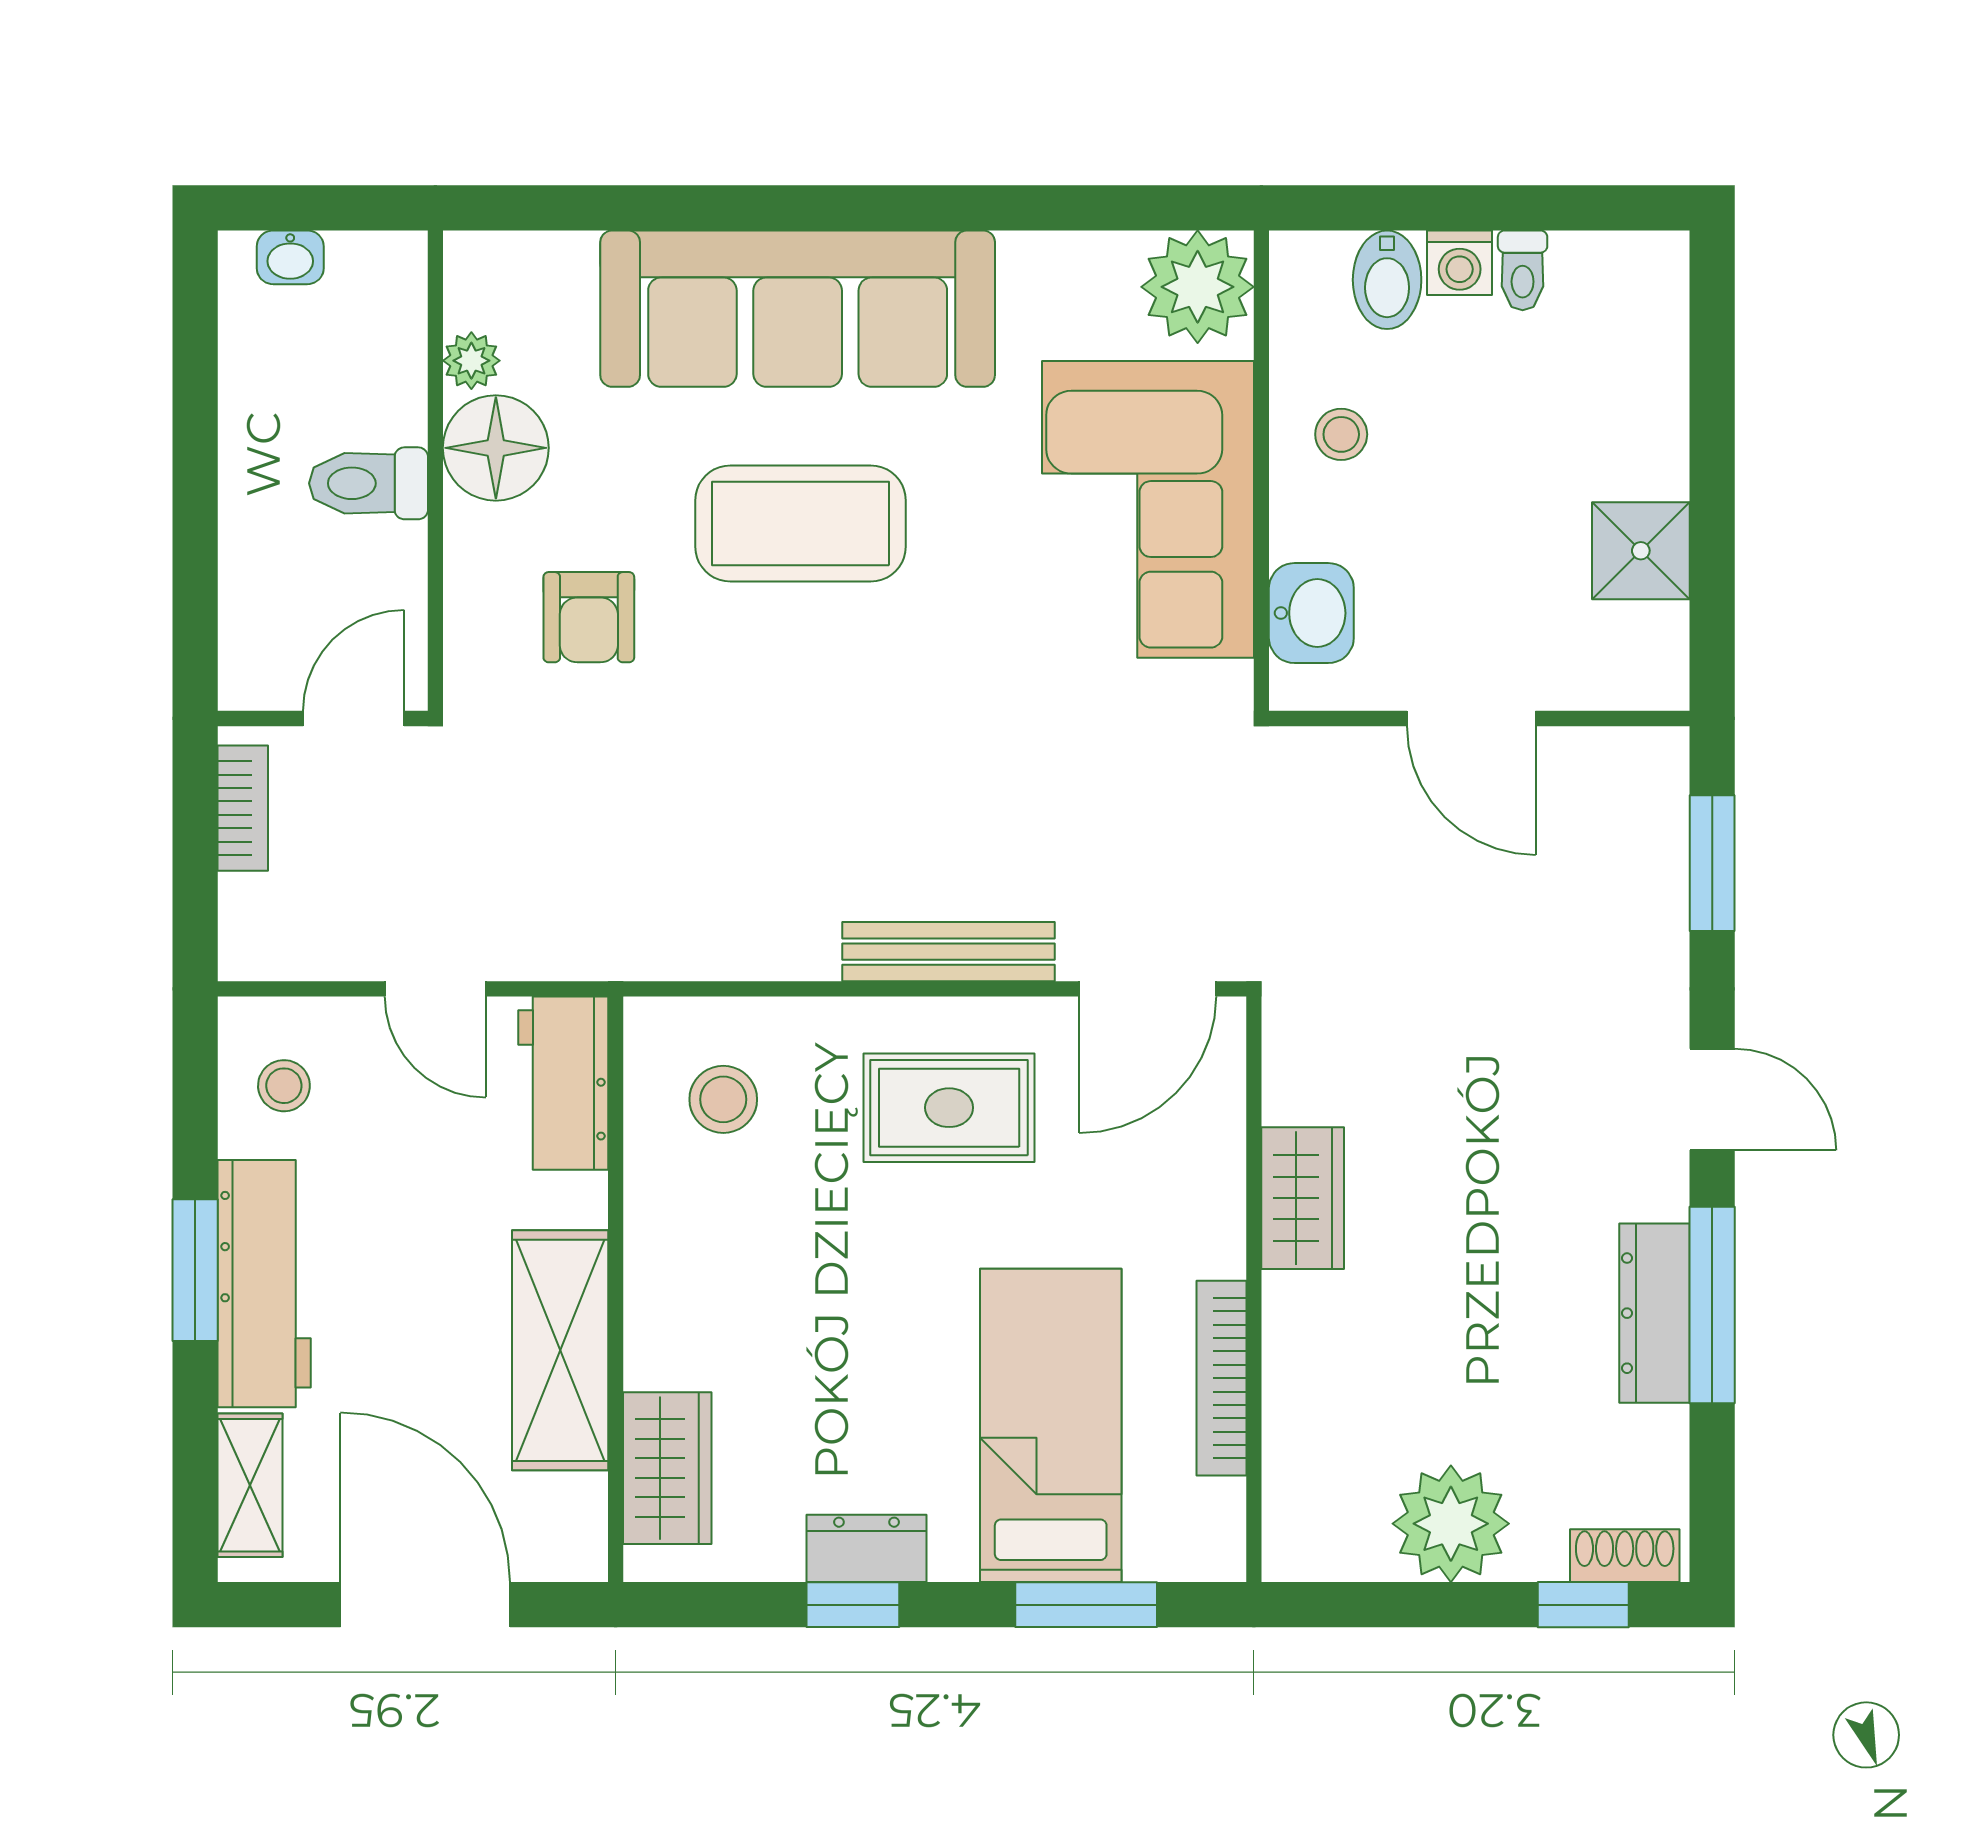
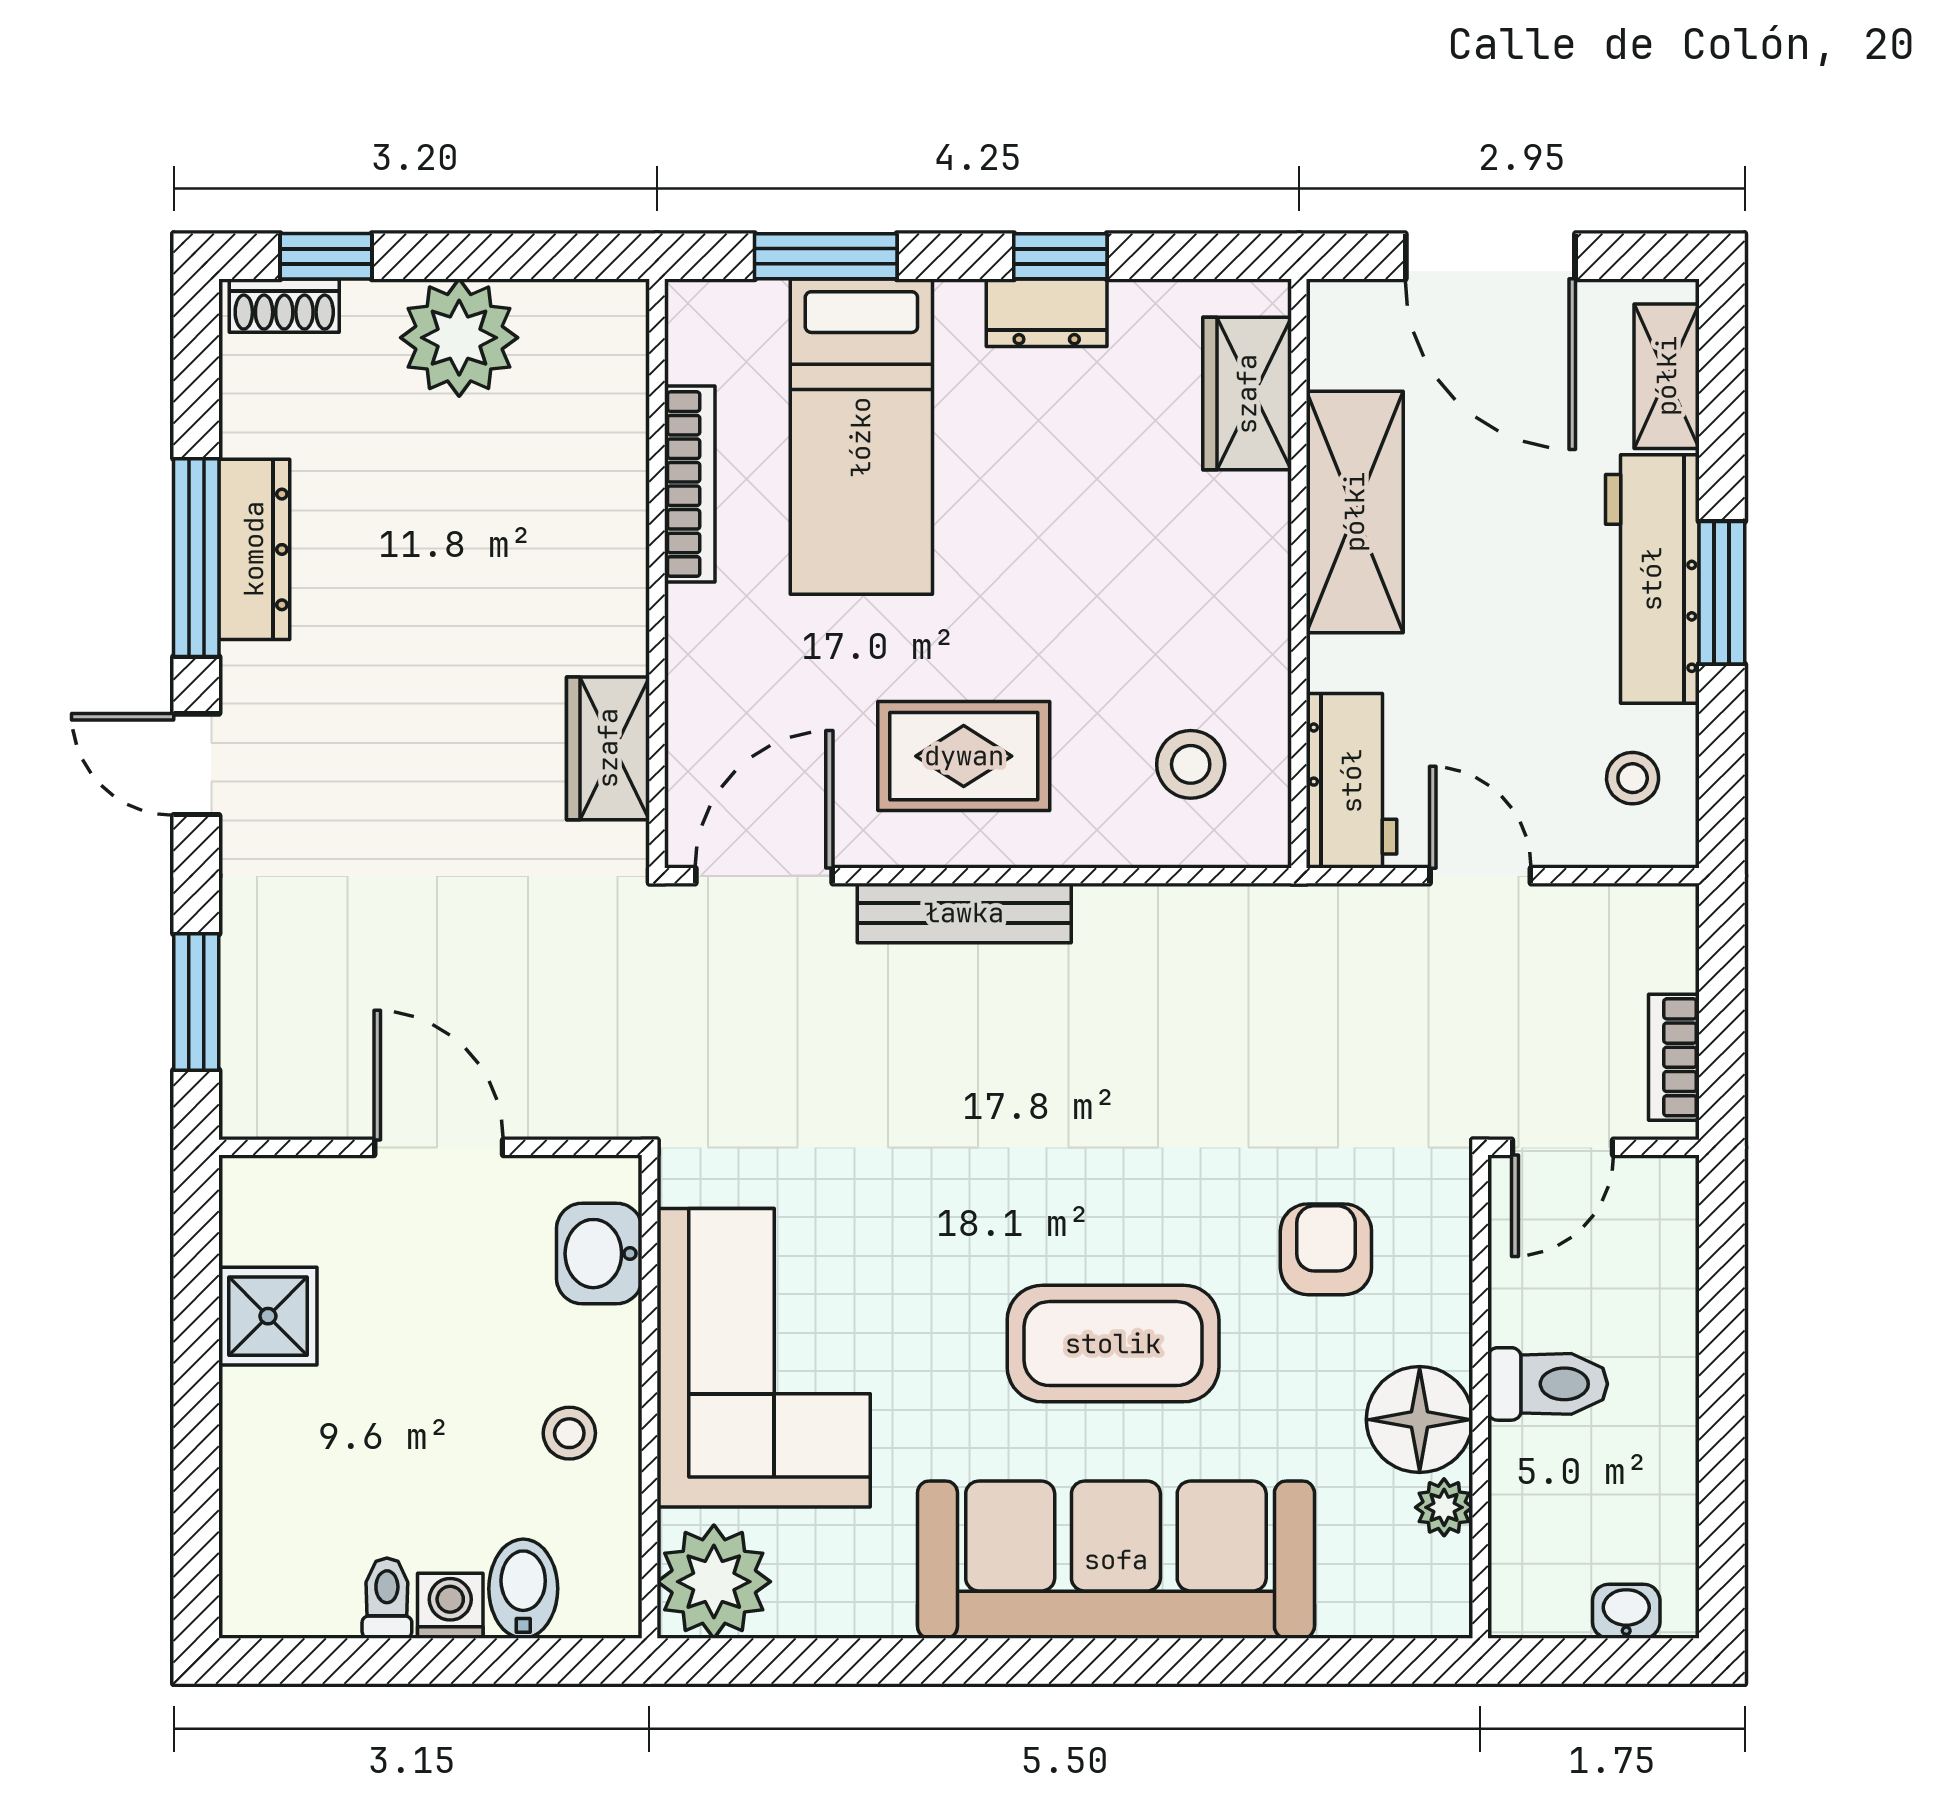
wardrobe: (1303, 1198) -> (608, 748), moved

